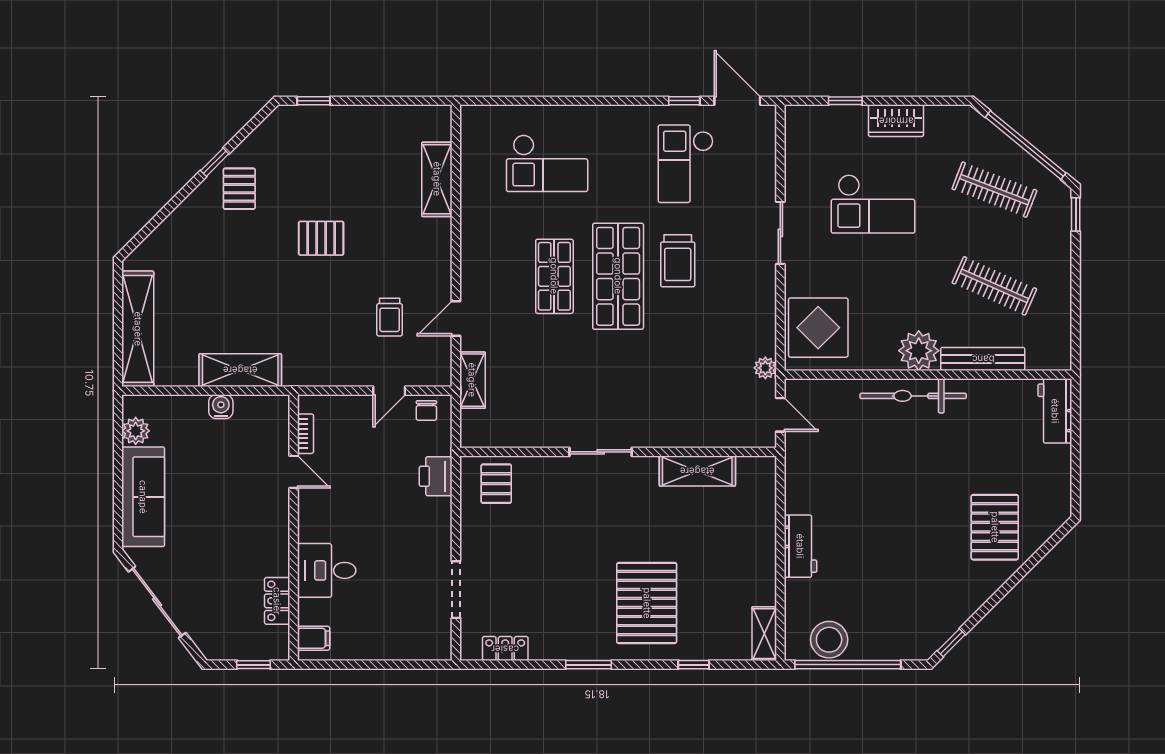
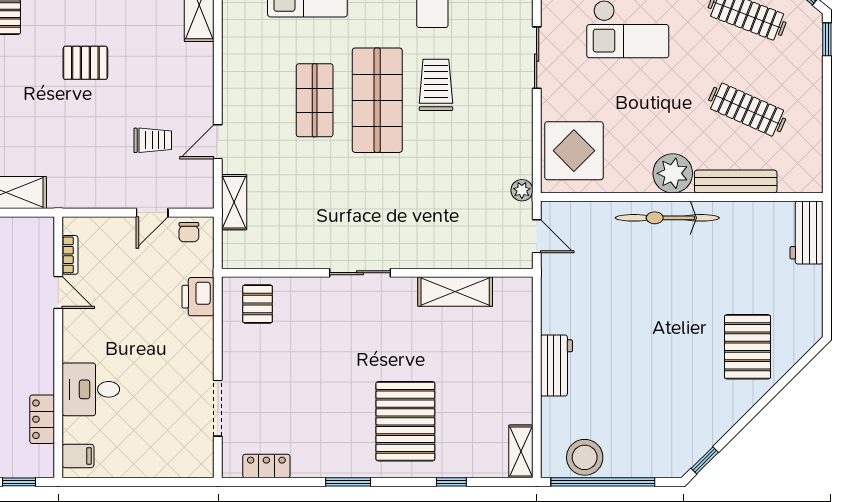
trolley: (678, 261) -> (436, 85), turned 180
trolley: (390, 317) -> (153, 140), turned -90

